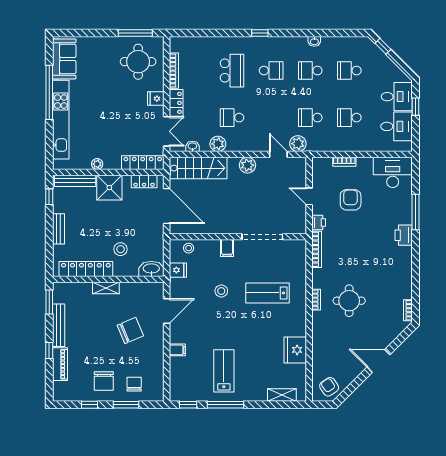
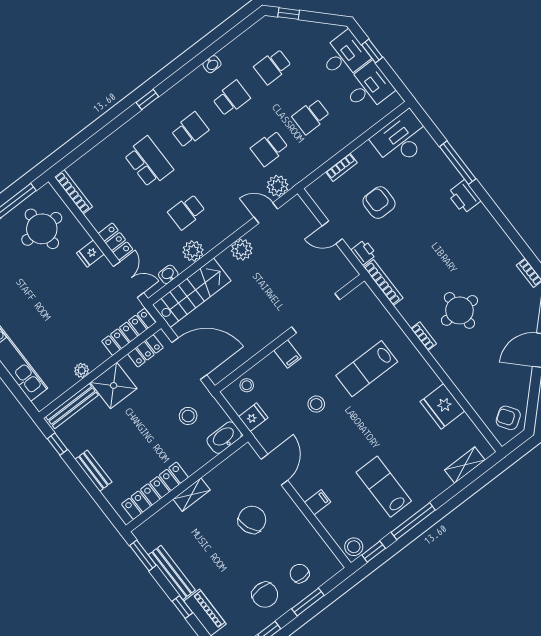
bookcase: (174, 71) -> (73, 192), moved
school desk: (310, 71) -> (231, 98), turned 180
stool: (121, 249) -> (188, 416), moved
stool: (179, 393) -> (354, 547), added

